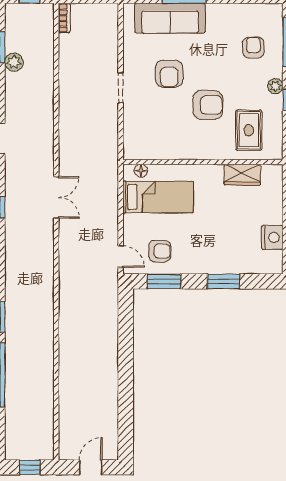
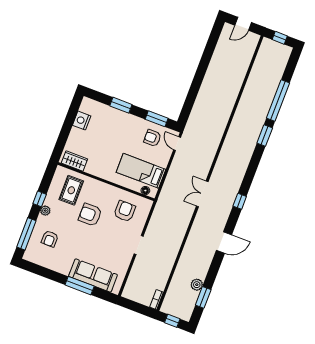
armchair: (169, 74) -> (125, 211), moved
wardrobe: (242, 175) -> (74, 161), moved

